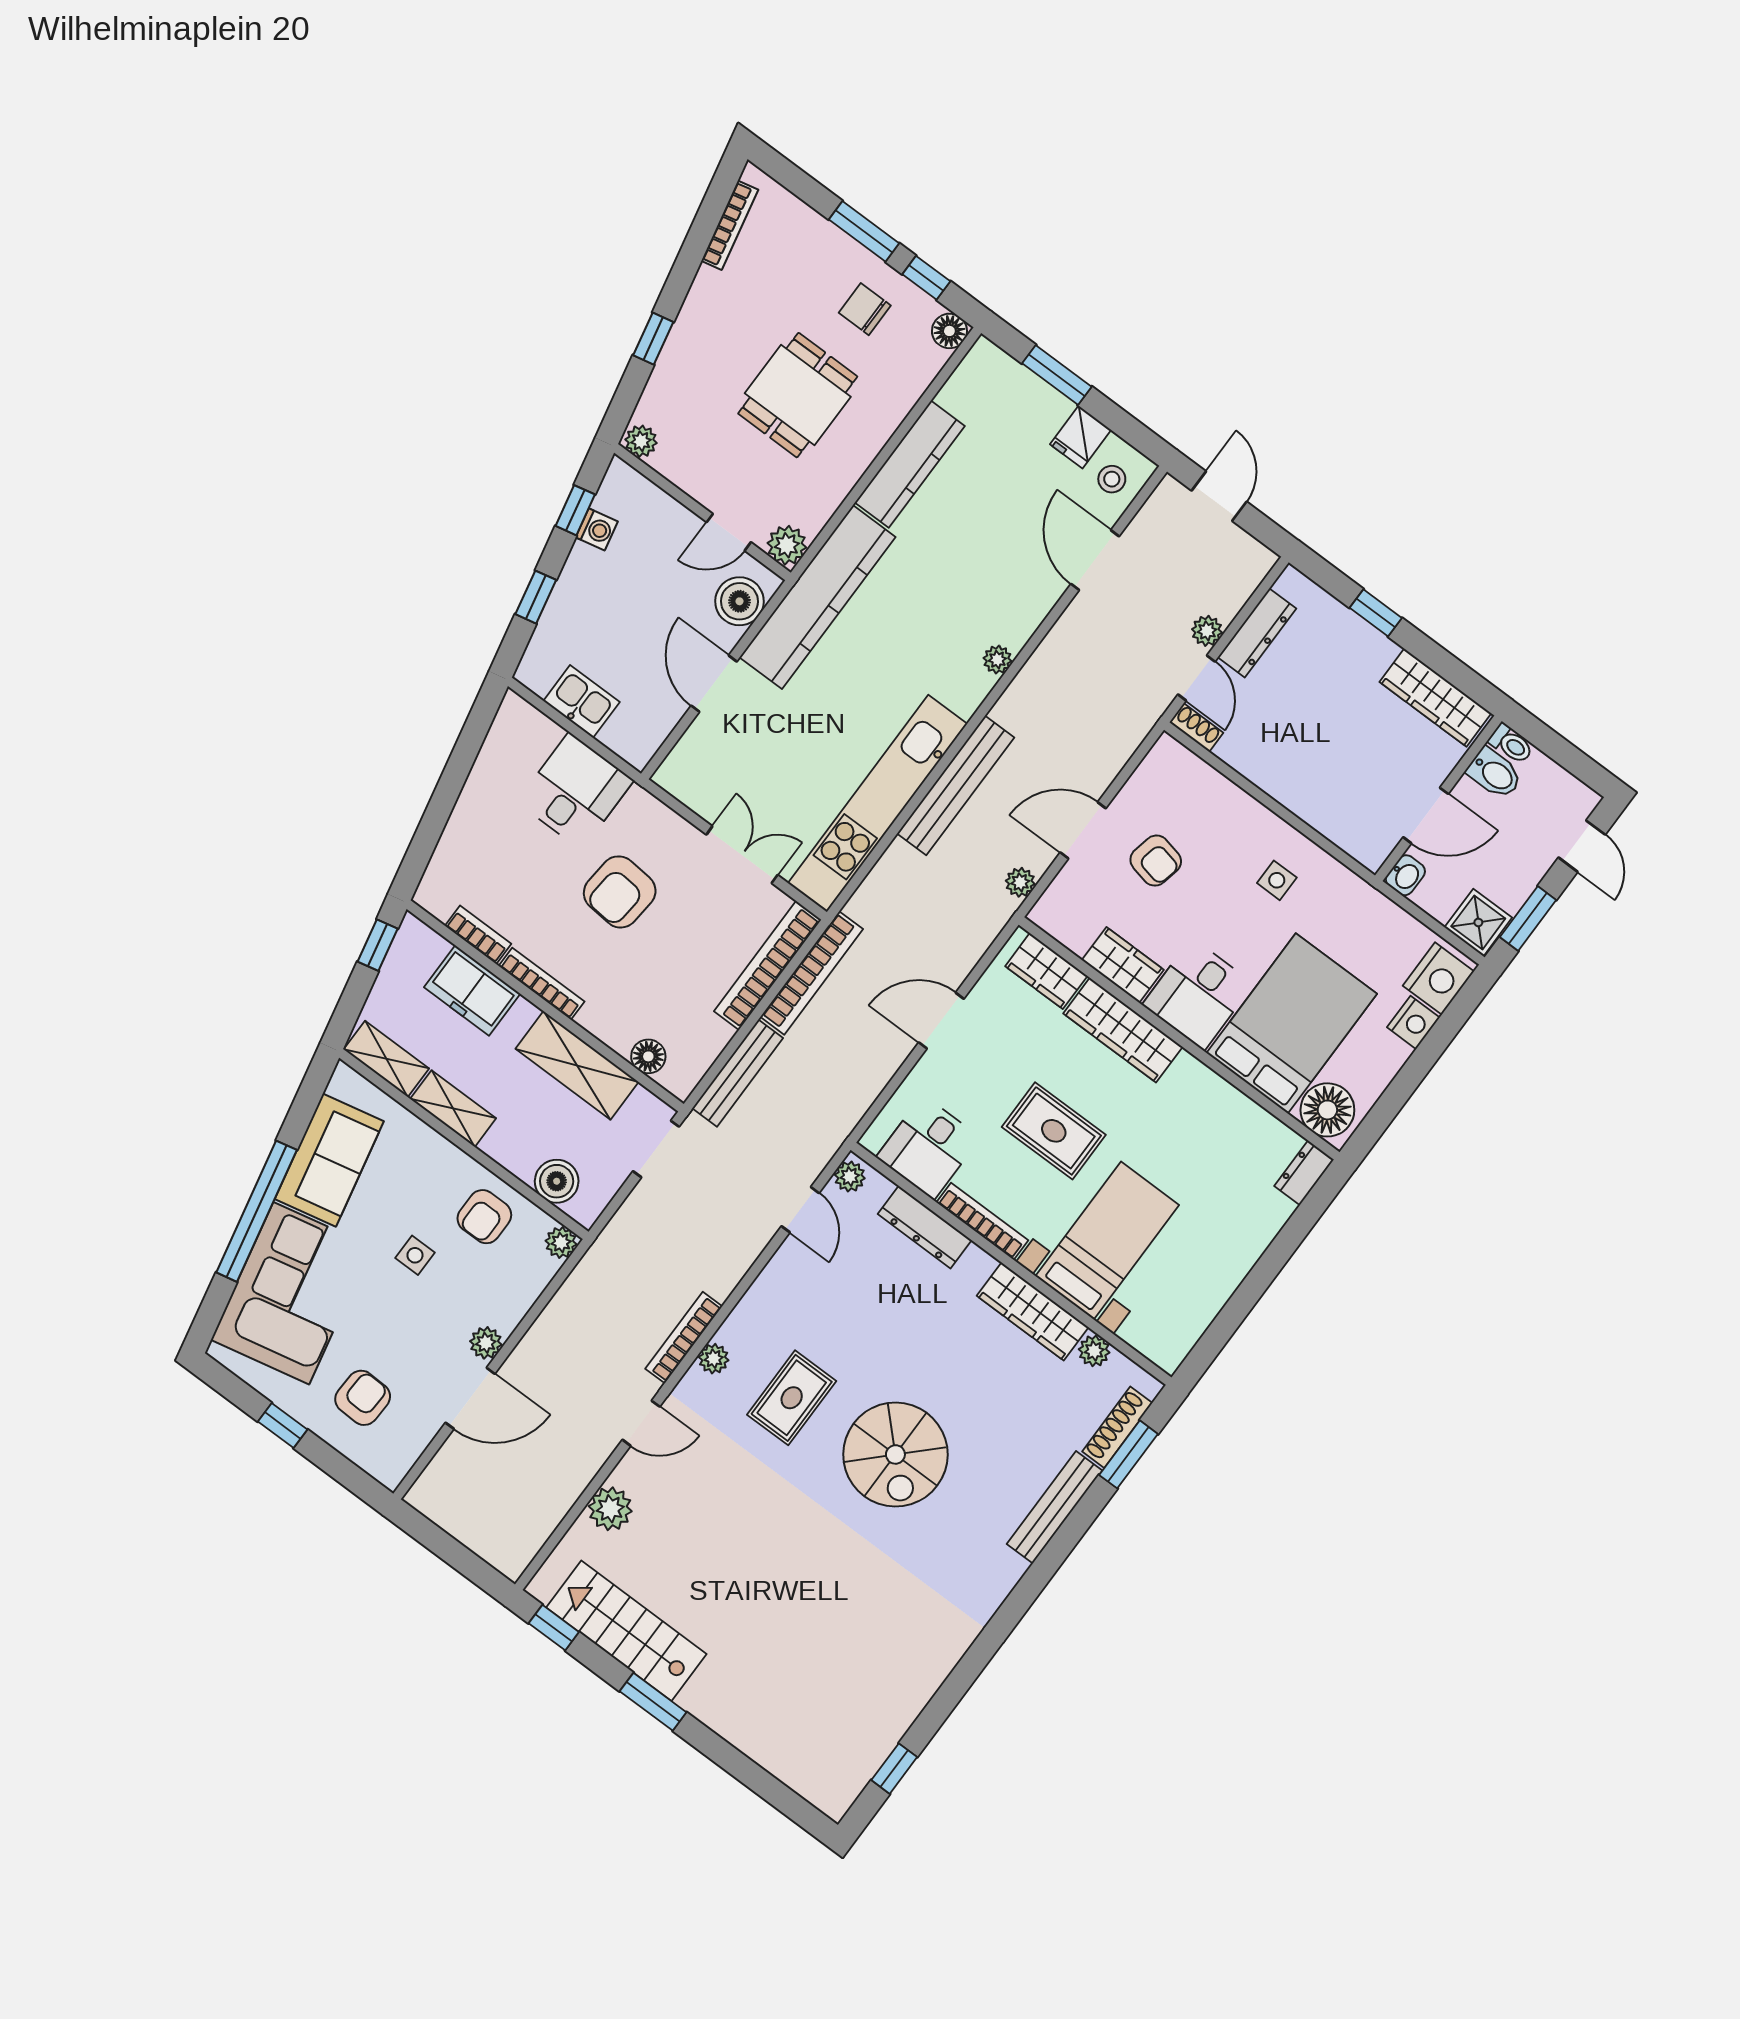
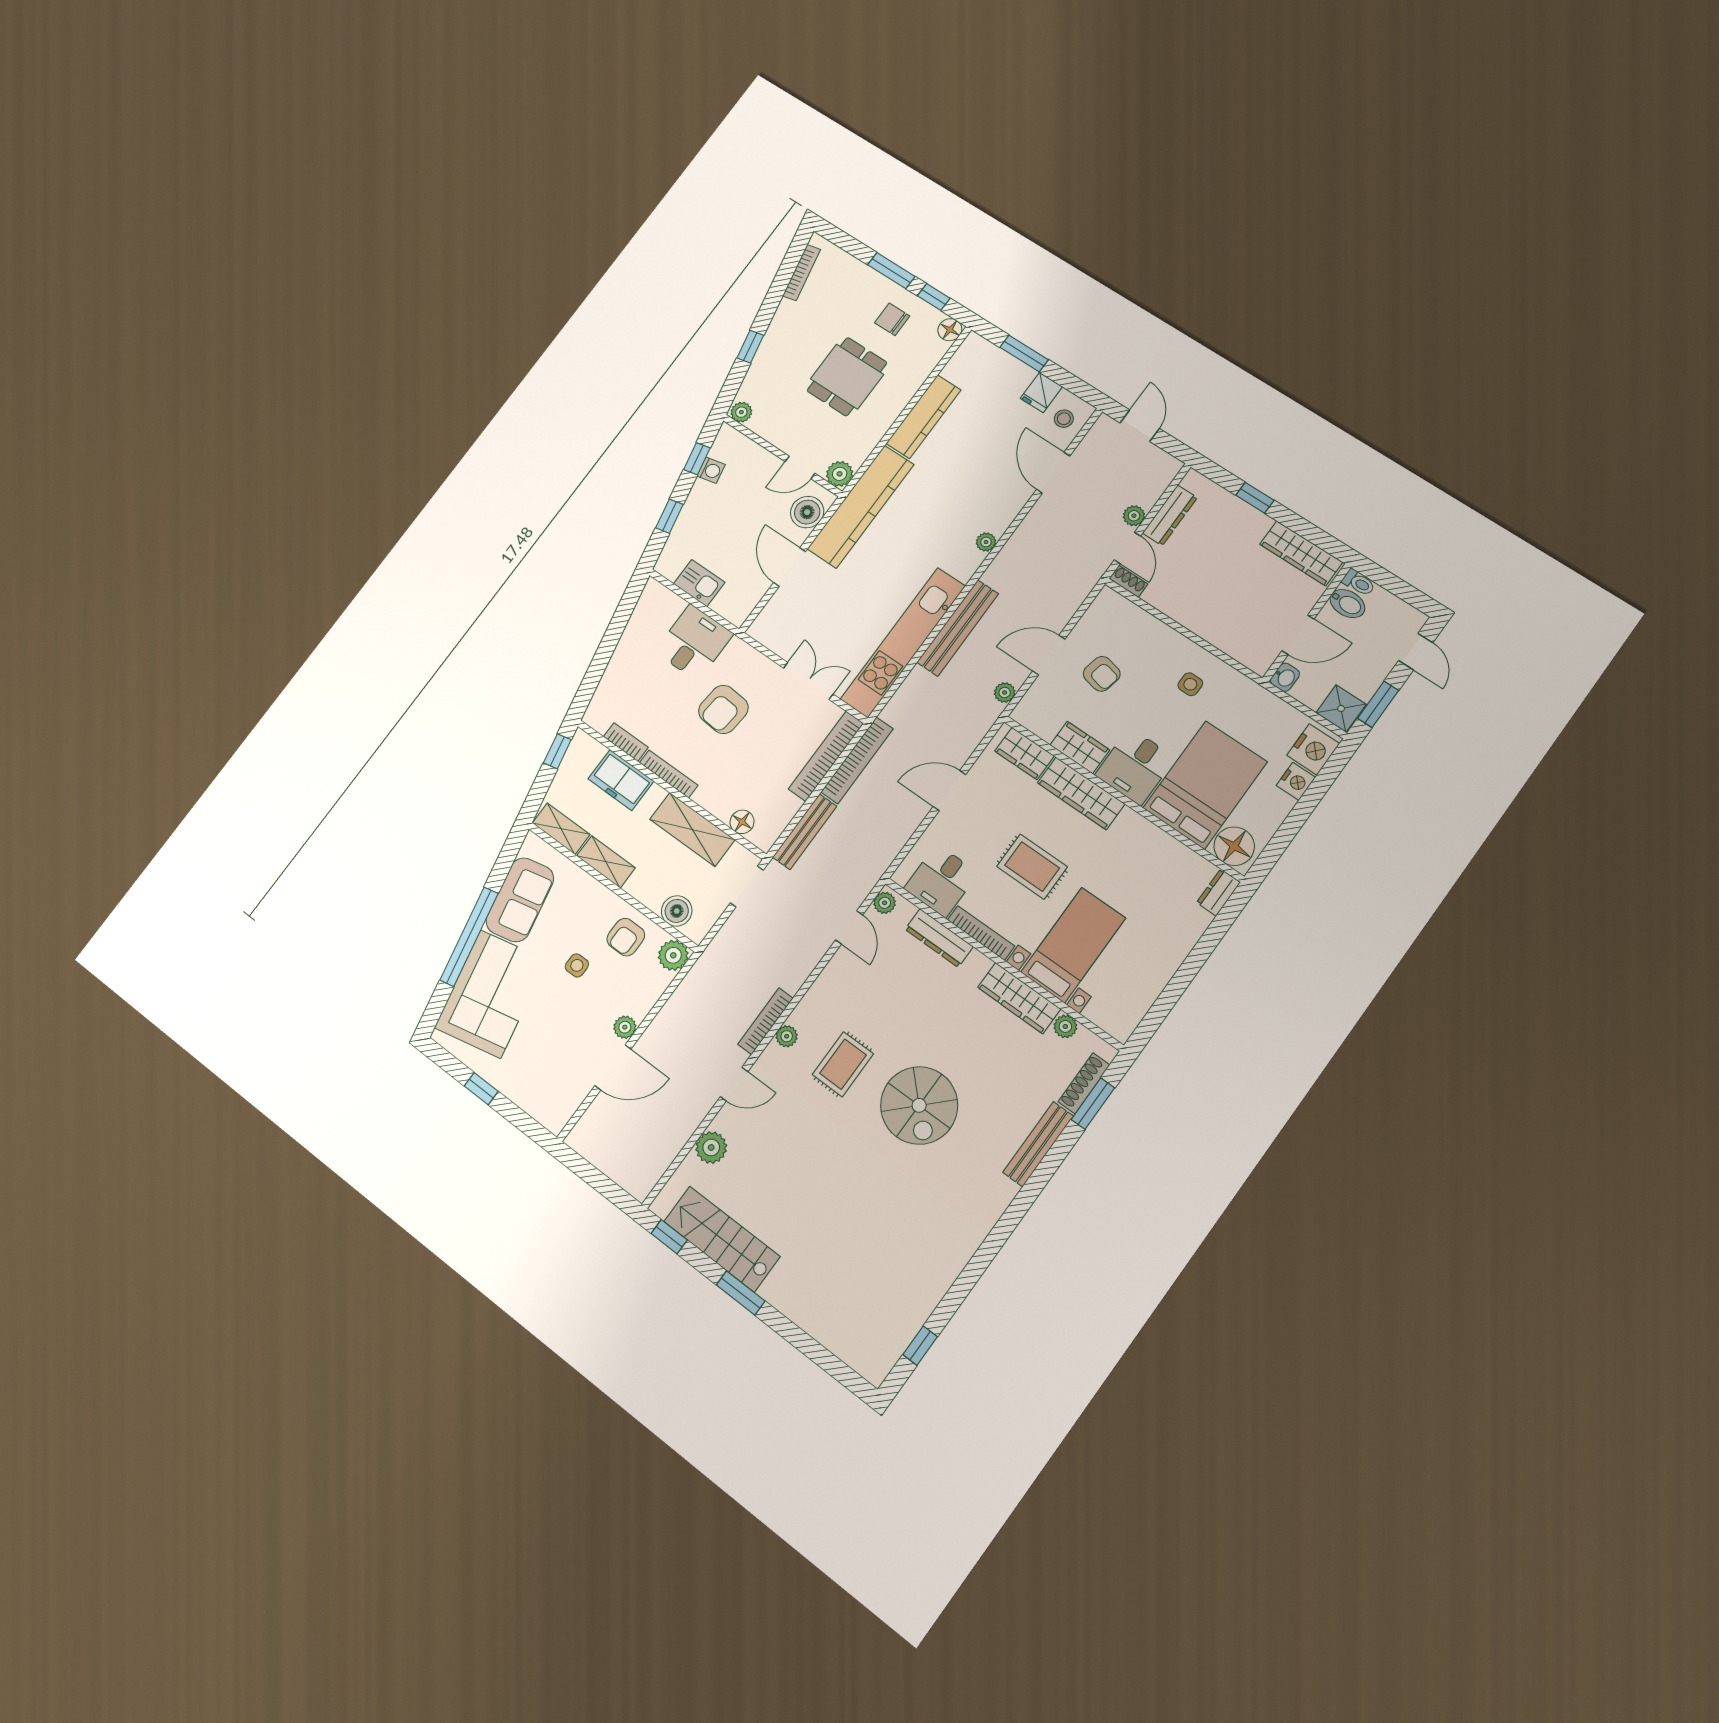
plant: (561, 1242) -> (673, 955), width x1.38, depth x1.38
armchair: (363, 1398) -> (537, 1068), removed

